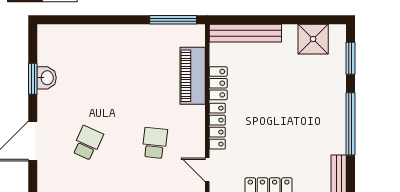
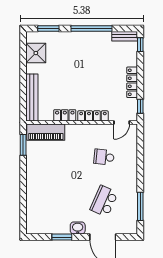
window: (173, 20) -> (23, 145), width x0.69
piano: (193, 76) -> (46, 132), moved
washbasin: (47, 78) -> (78, 228), moved
school desk: (88, 143) -> (104, 201), width x1.85

